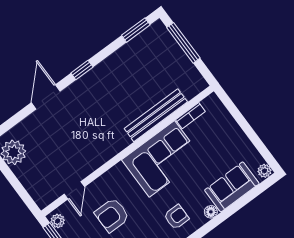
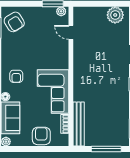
bench: (156, 115) -> (79, 124), moved
armchair: (112, 215) -> (41, 136), moved

